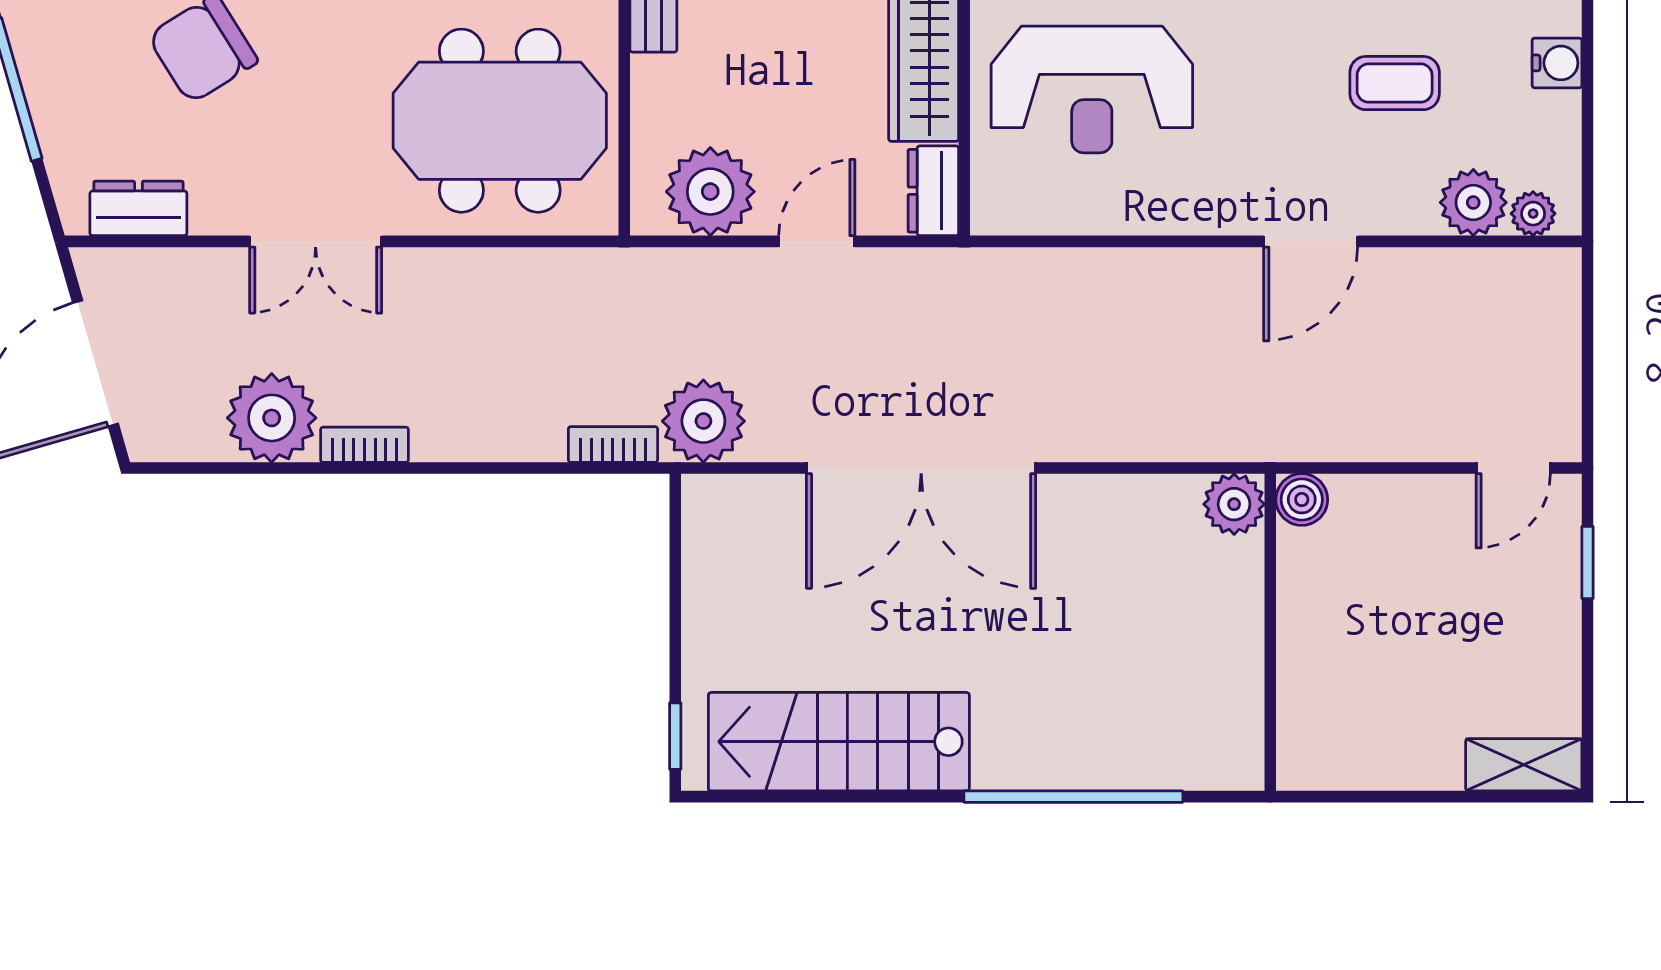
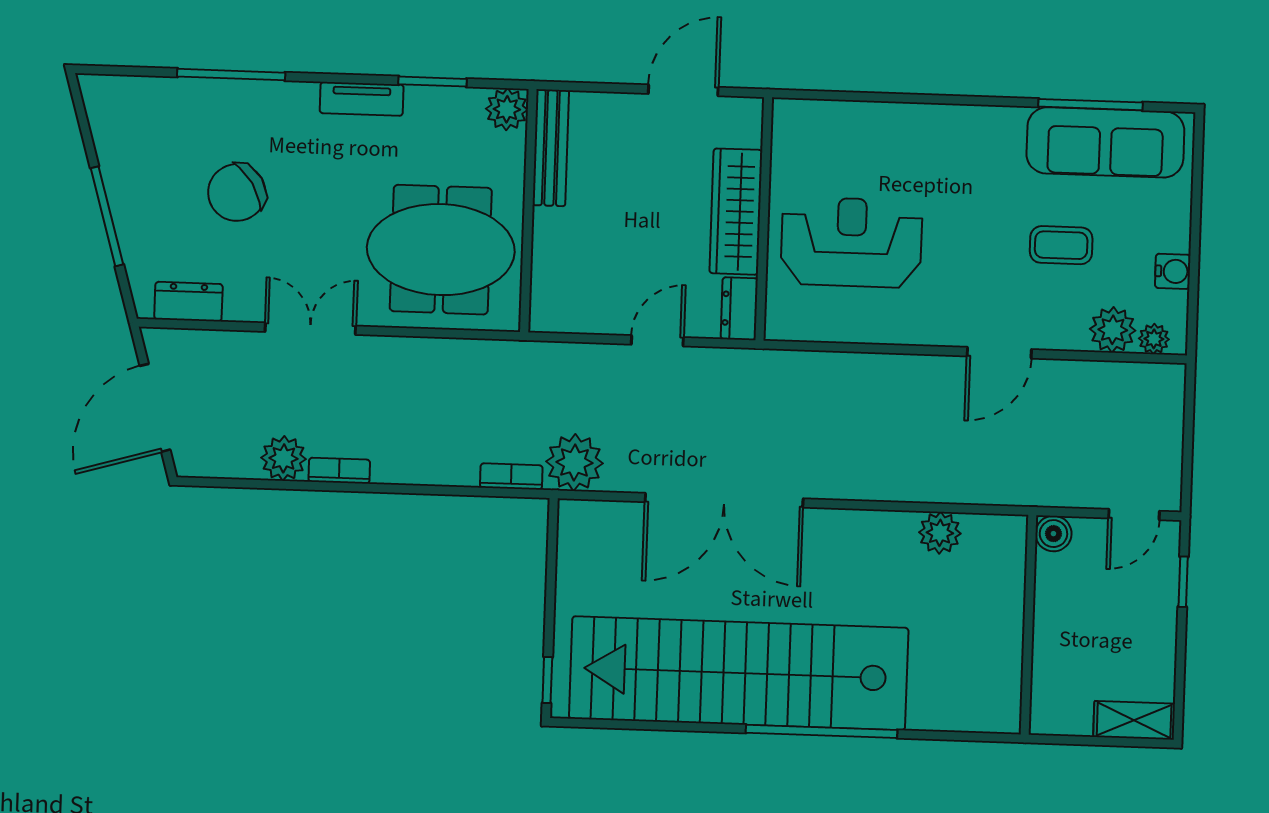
water cooler: (1557, 63) -> (1173, 271), moved
reception desk: (1092, 90) -> (851, 242), turned 180
plant: (710, 192) -> (585, 304), removed
double door: (316, 241) -> (310, 329), swing flipped
plant: (272, 418) -> (284, 458), width x0.73, depth x0.73
boiler: (1302, 500) -> (1053, 534), moved
wall: (1270, 632) -> (1028, 625), moved
stairs: (839, 742) -> (739, 673), width x1.86, depth x1.51

